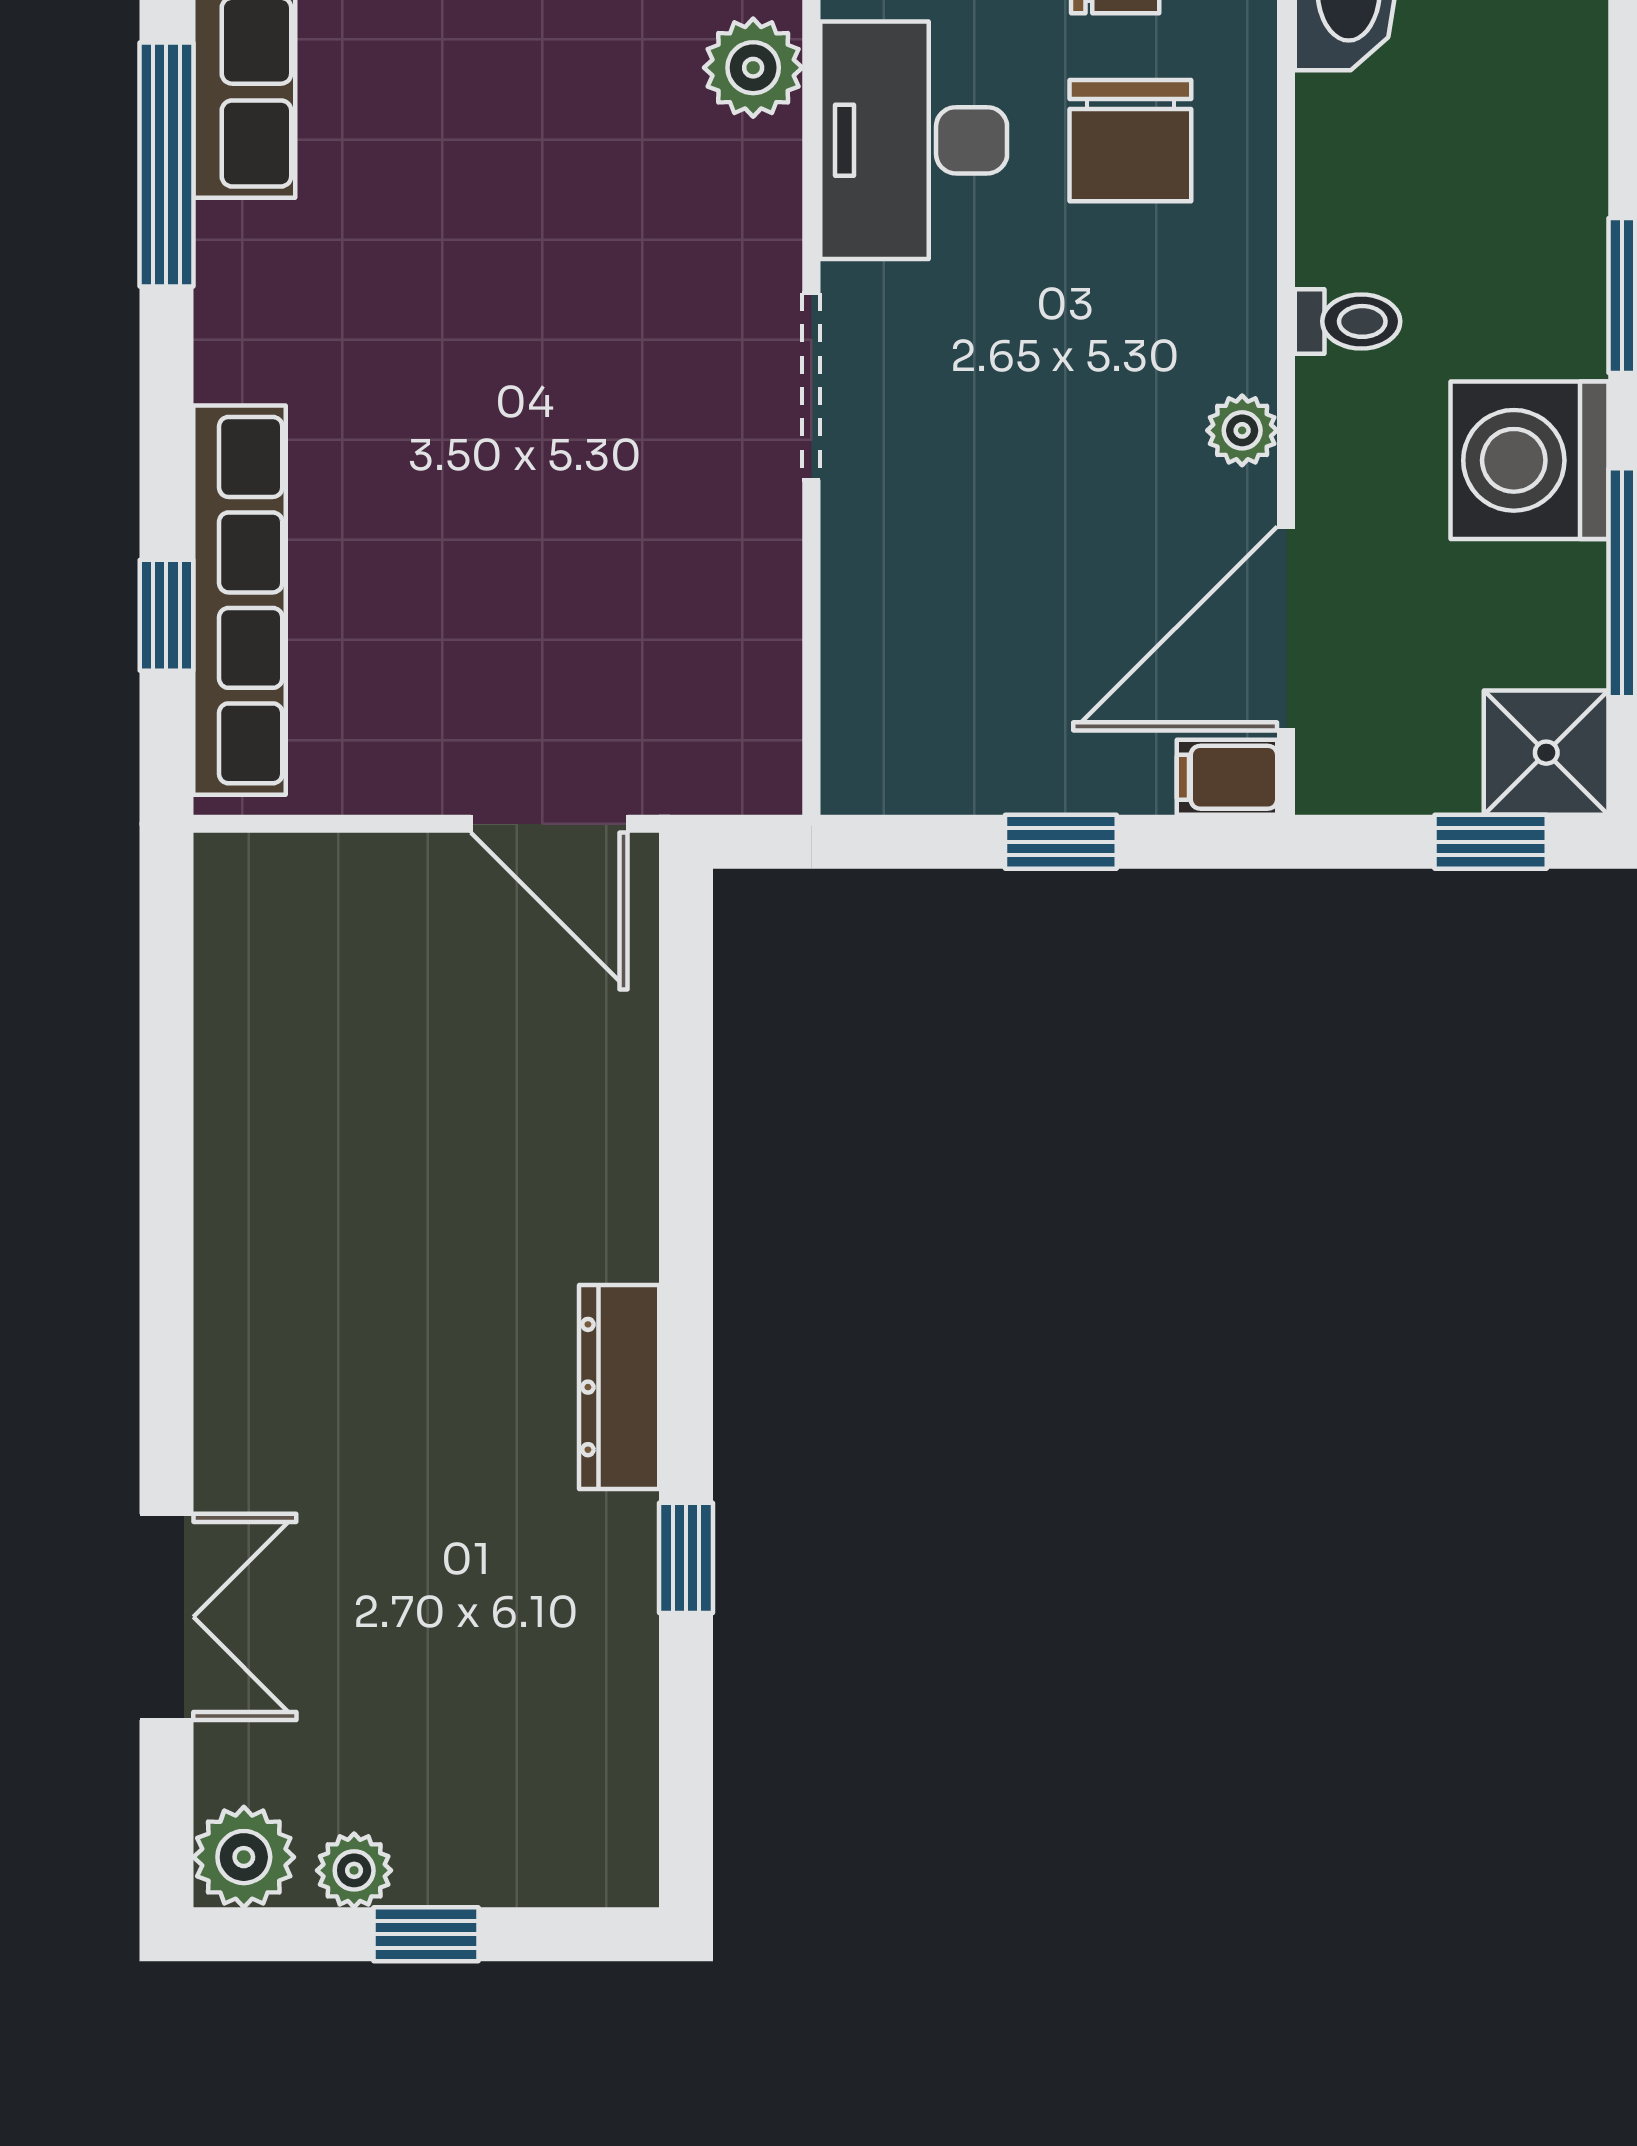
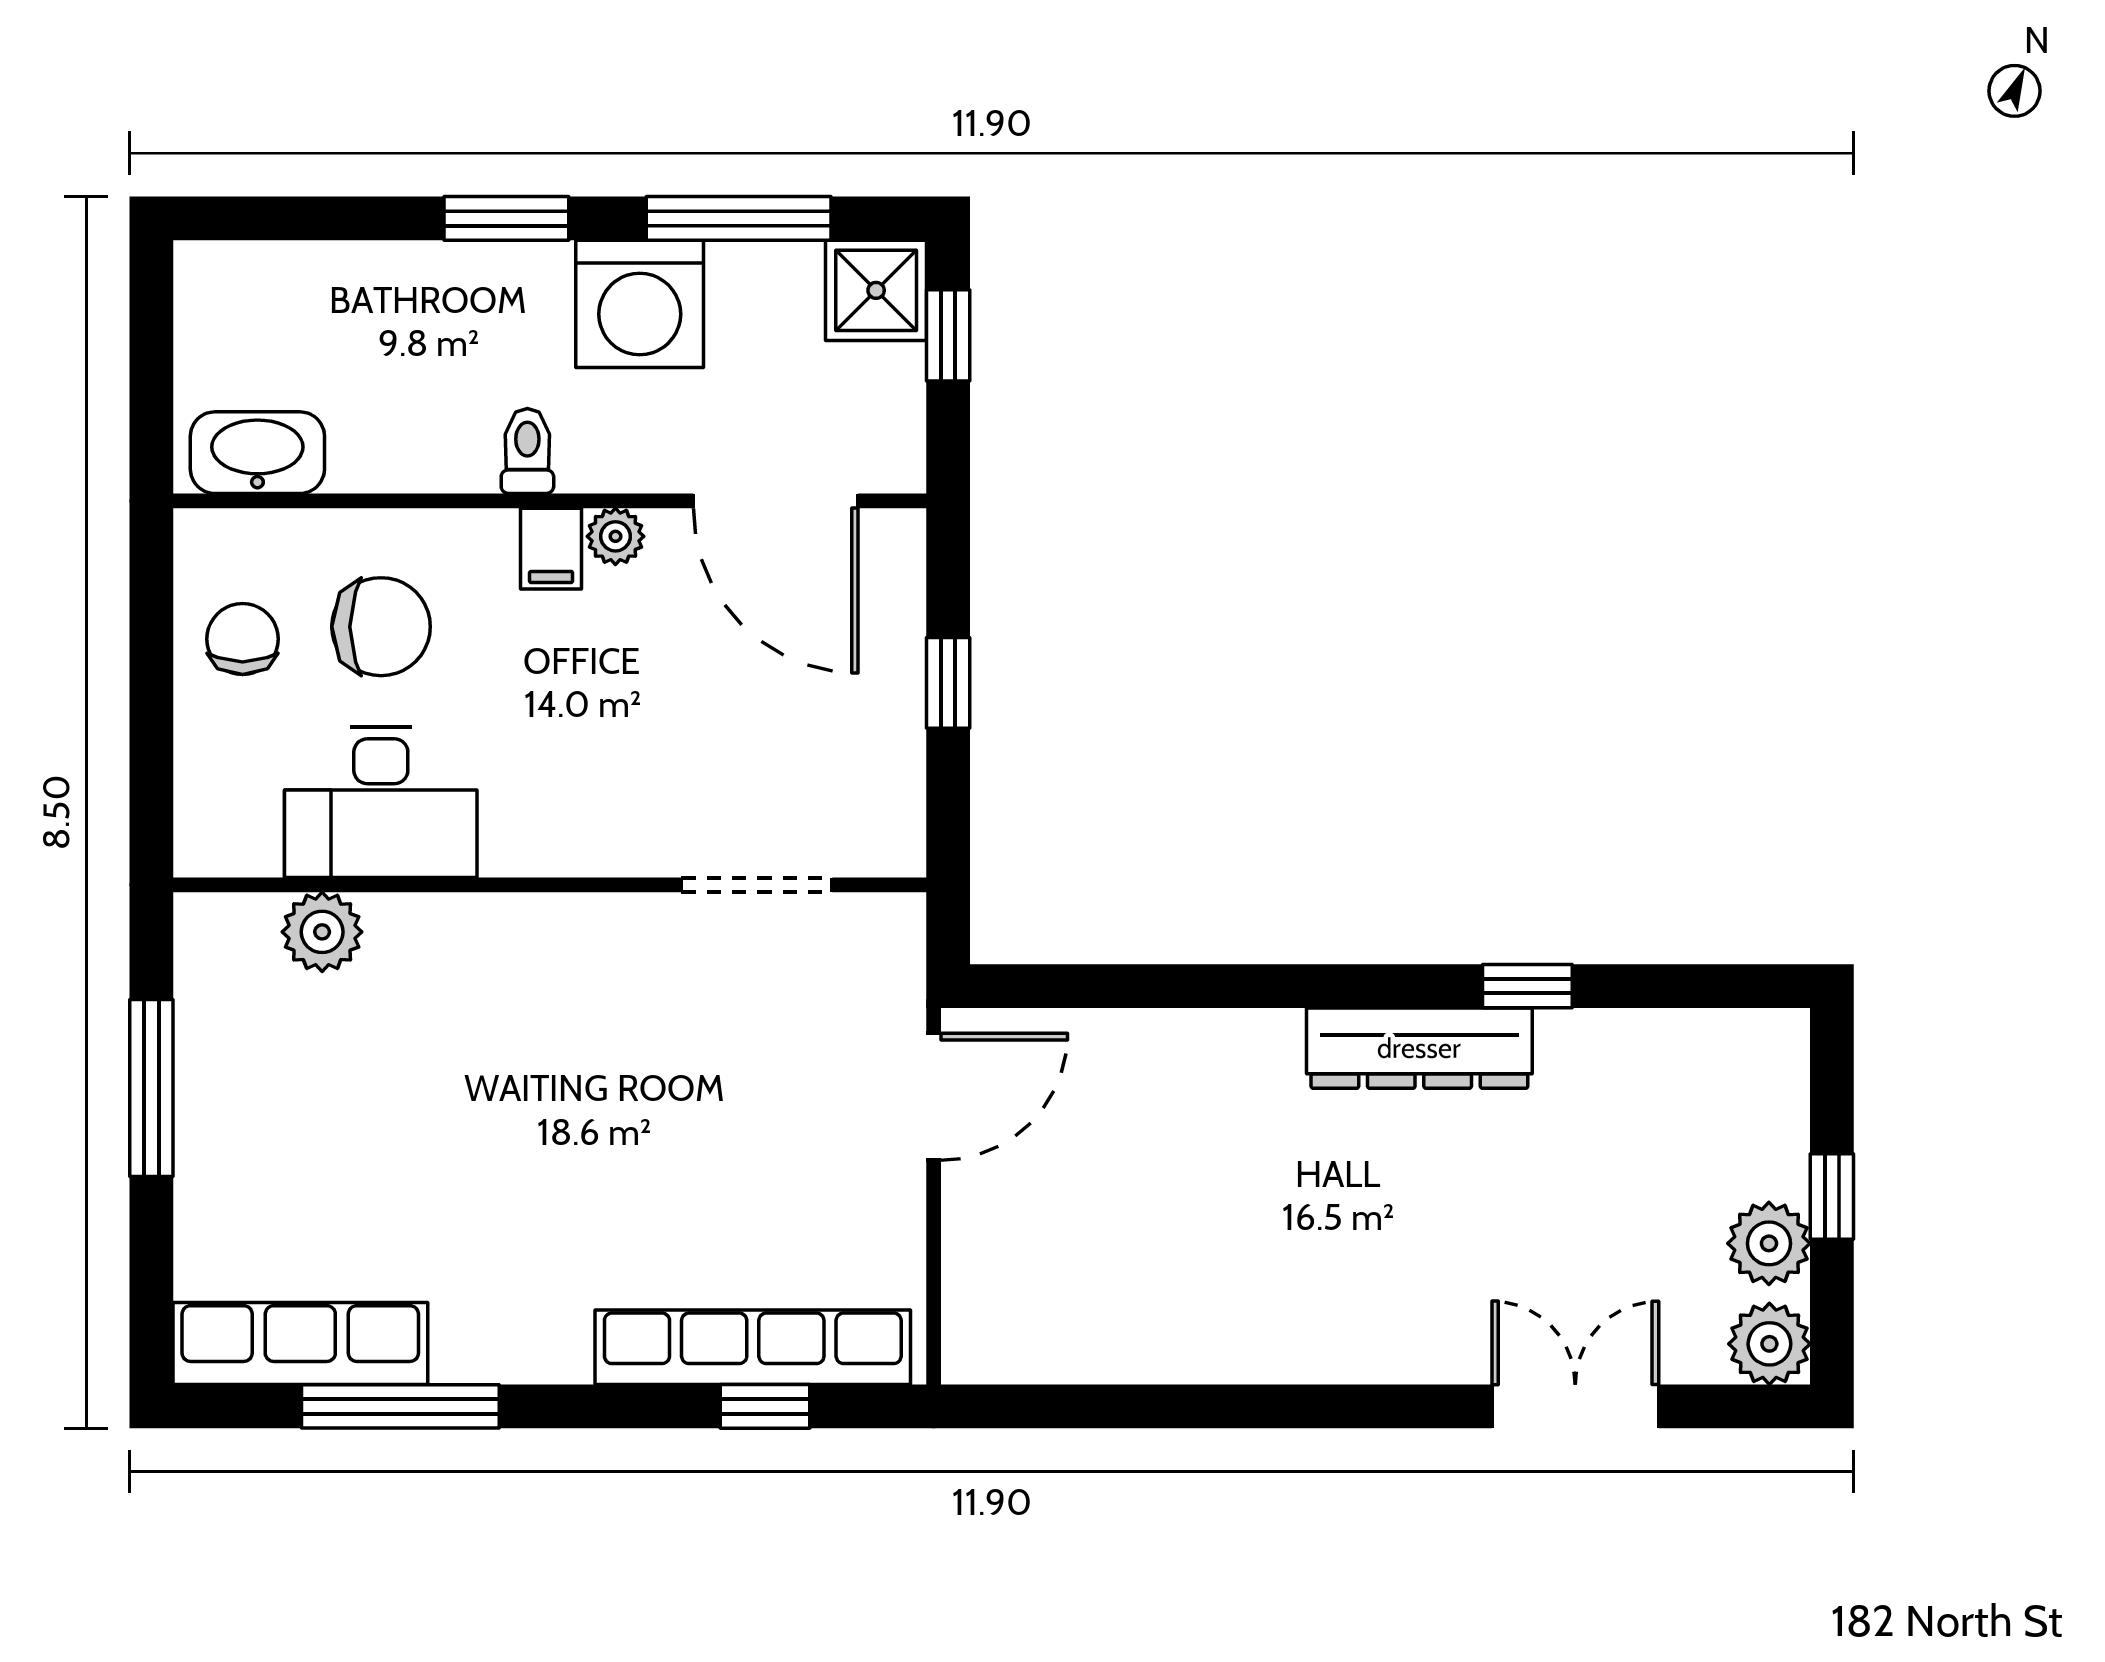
doorway: (811, 387) -> (757, 885), moved
filing cabinet: (1227, 777) -> (551, 549), moved
dresser: (619, 1387) -> (1419, 1048), width x1.37, depth x1.24
plant: (354, 1870) -> (1769, 1243), width x1.38, depth x1.38

